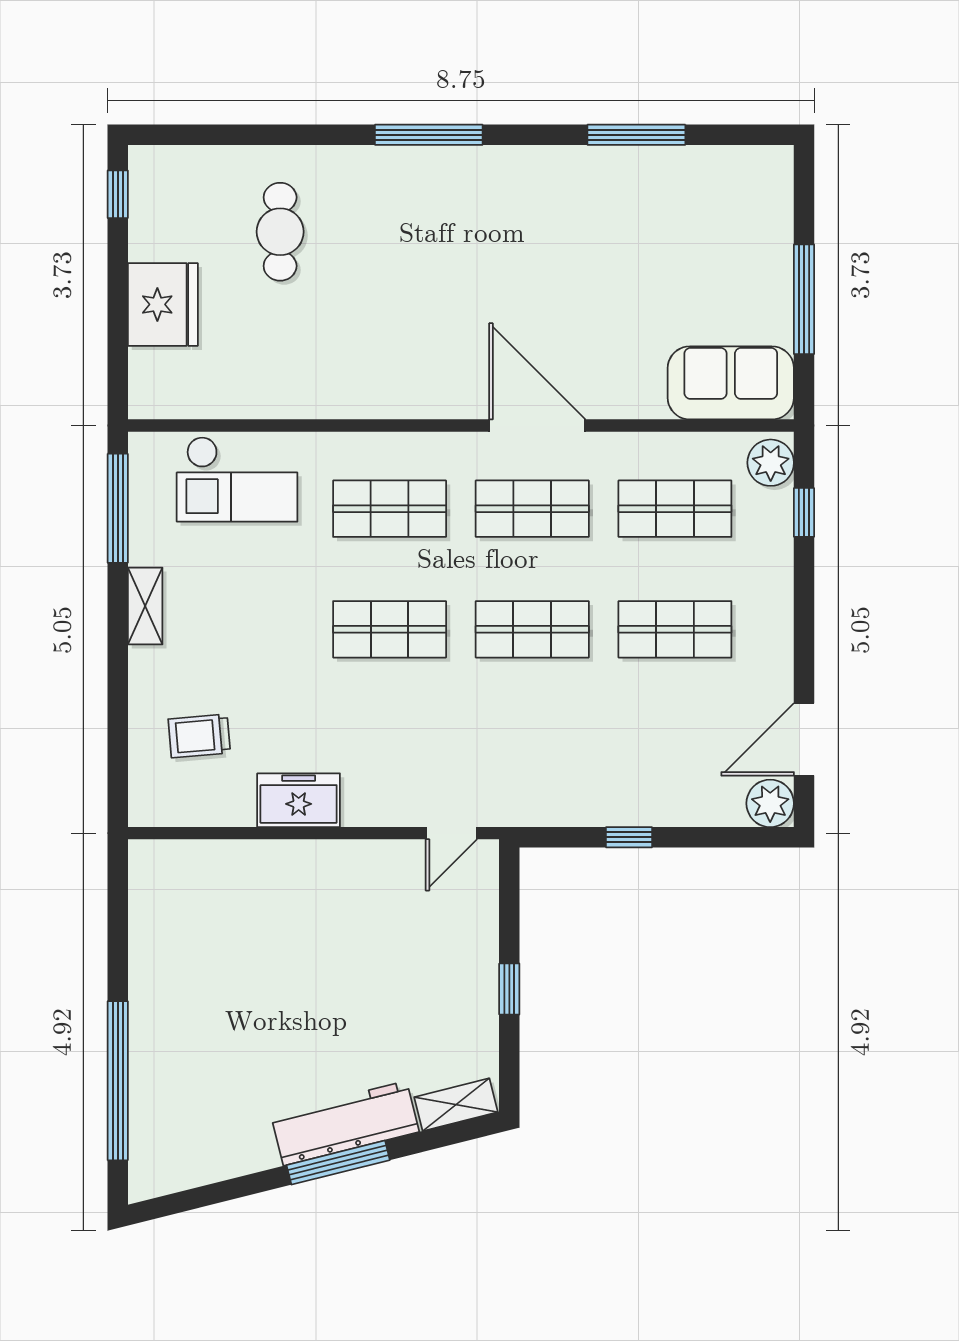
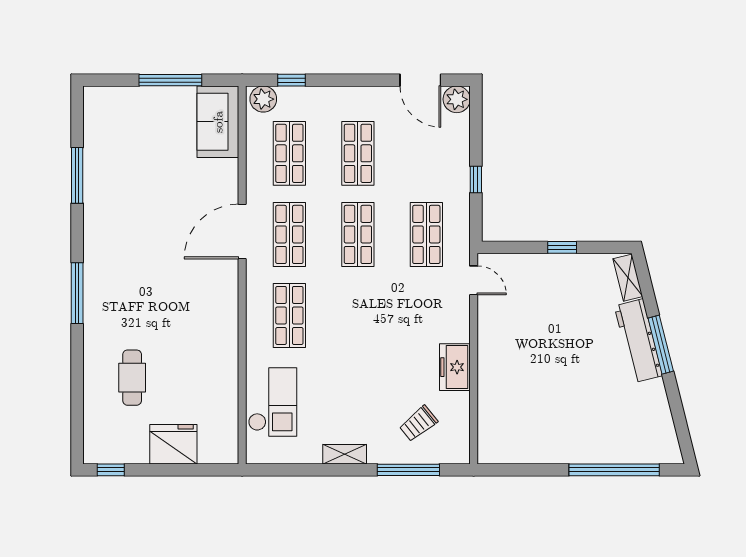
cafe table: (280, 232) -> (132, 378), turned 90
window: (118, 508) -> (408, 470), moved
shop shelf: (390, 629) -> (426, 234), moved
trolley: (199, 736) -> (418, 424), turned 56

